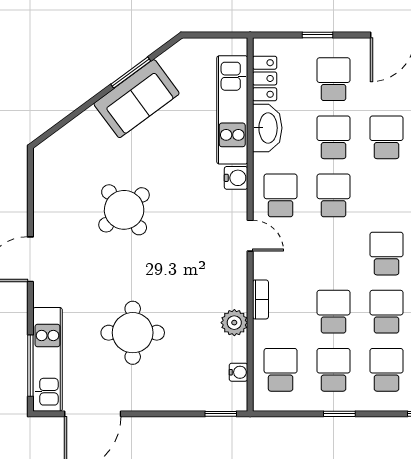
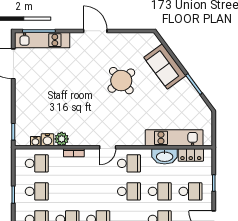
sofa: (137, 99) -> (165, 67), moved
water cooler: (236, 178) -> (47, 140), moved
school desk: (334, 312) -> (67, 191), removed
round table: (133, 333) -> (56, 85), removed

